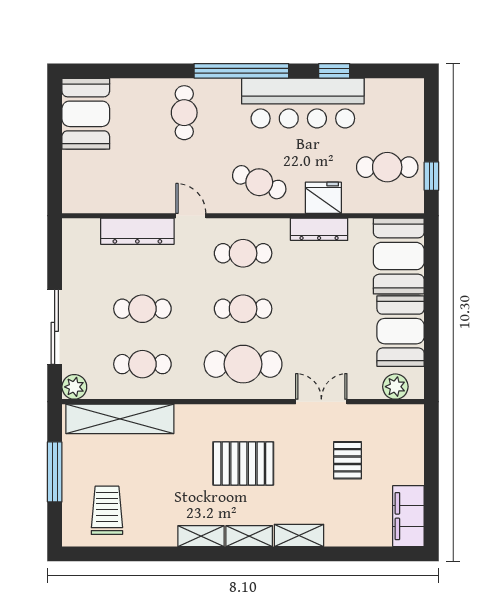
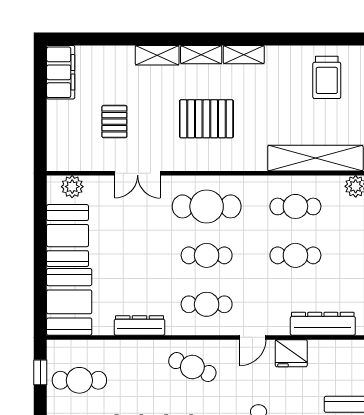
fridge: (323, 198) -> (291, 353), moved
door: (191, 216) -> (253, 337), hinge flipped
dresser: (137, 231) -> (323, 324), moved

